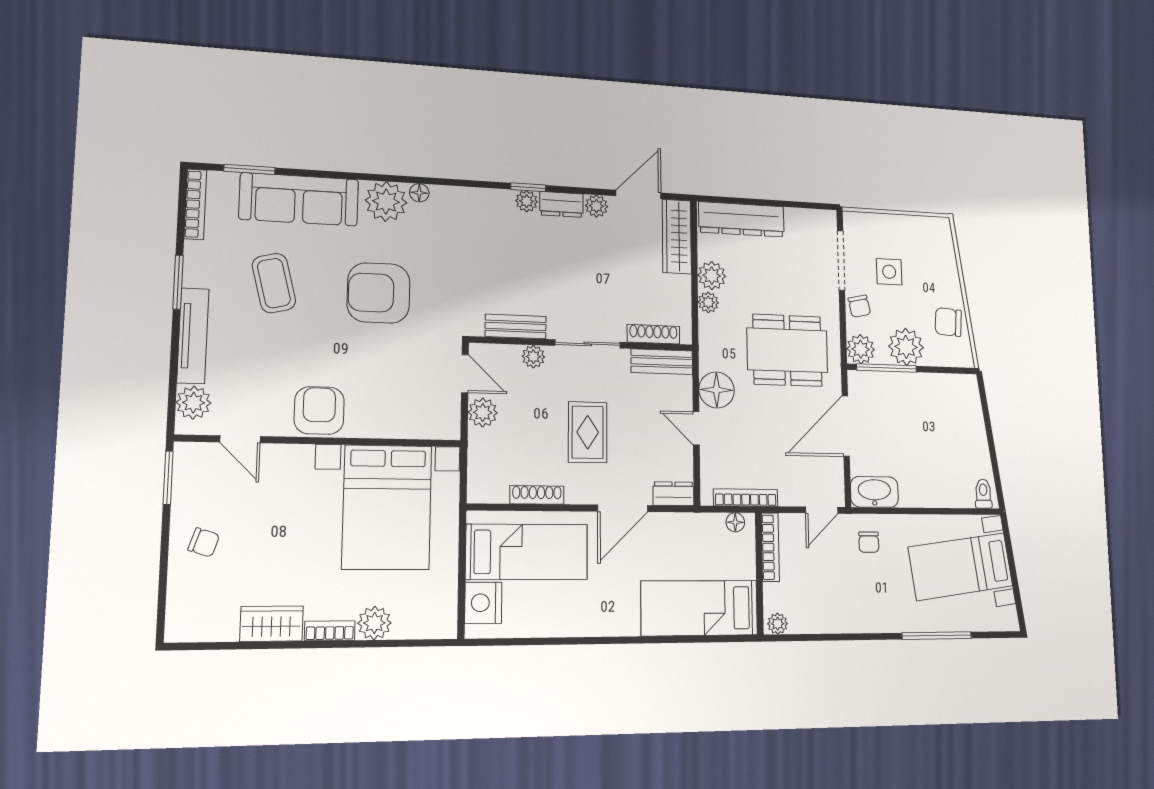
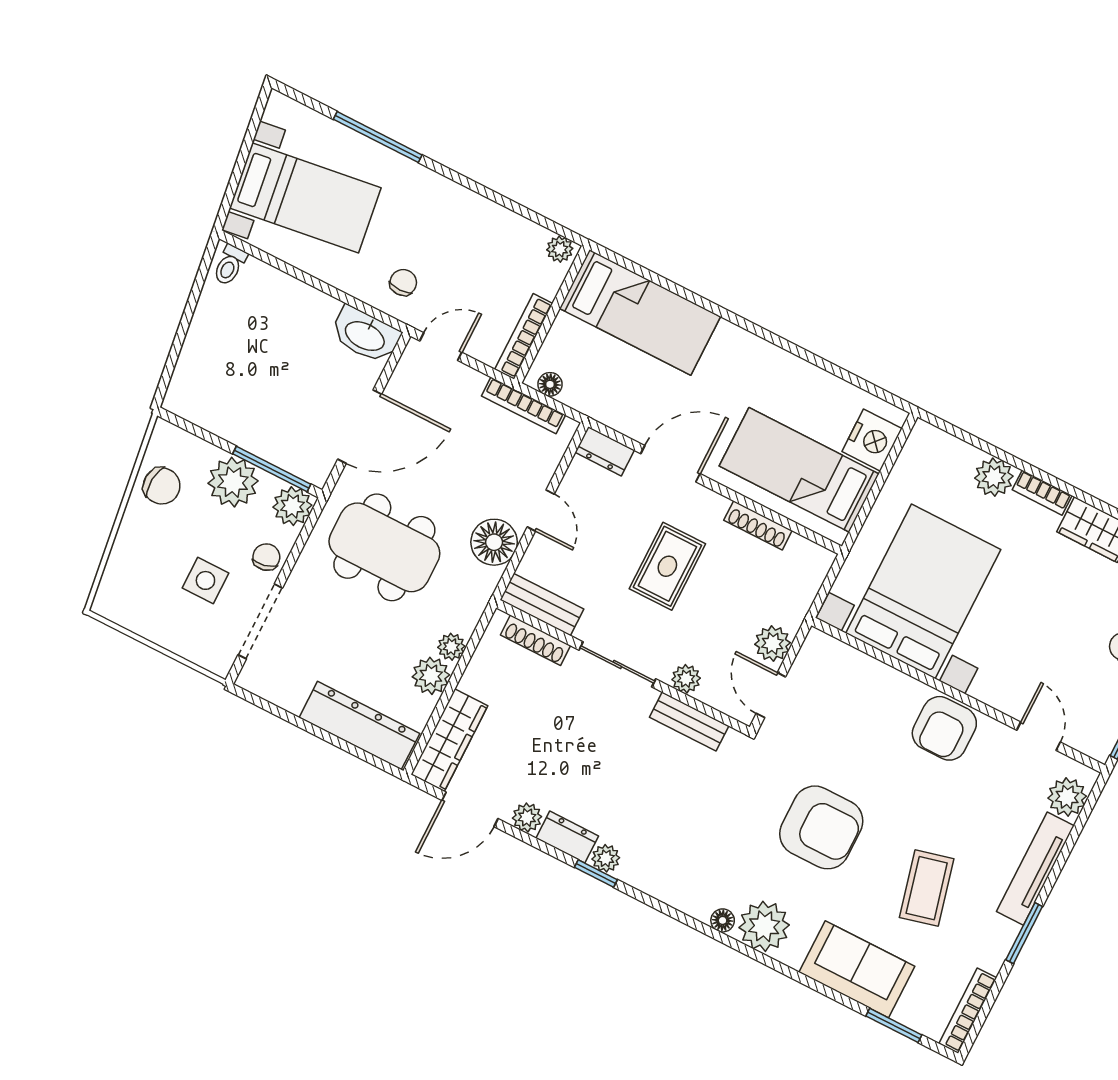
sofa: (299, 199) -> (857, 969), width x0.73

